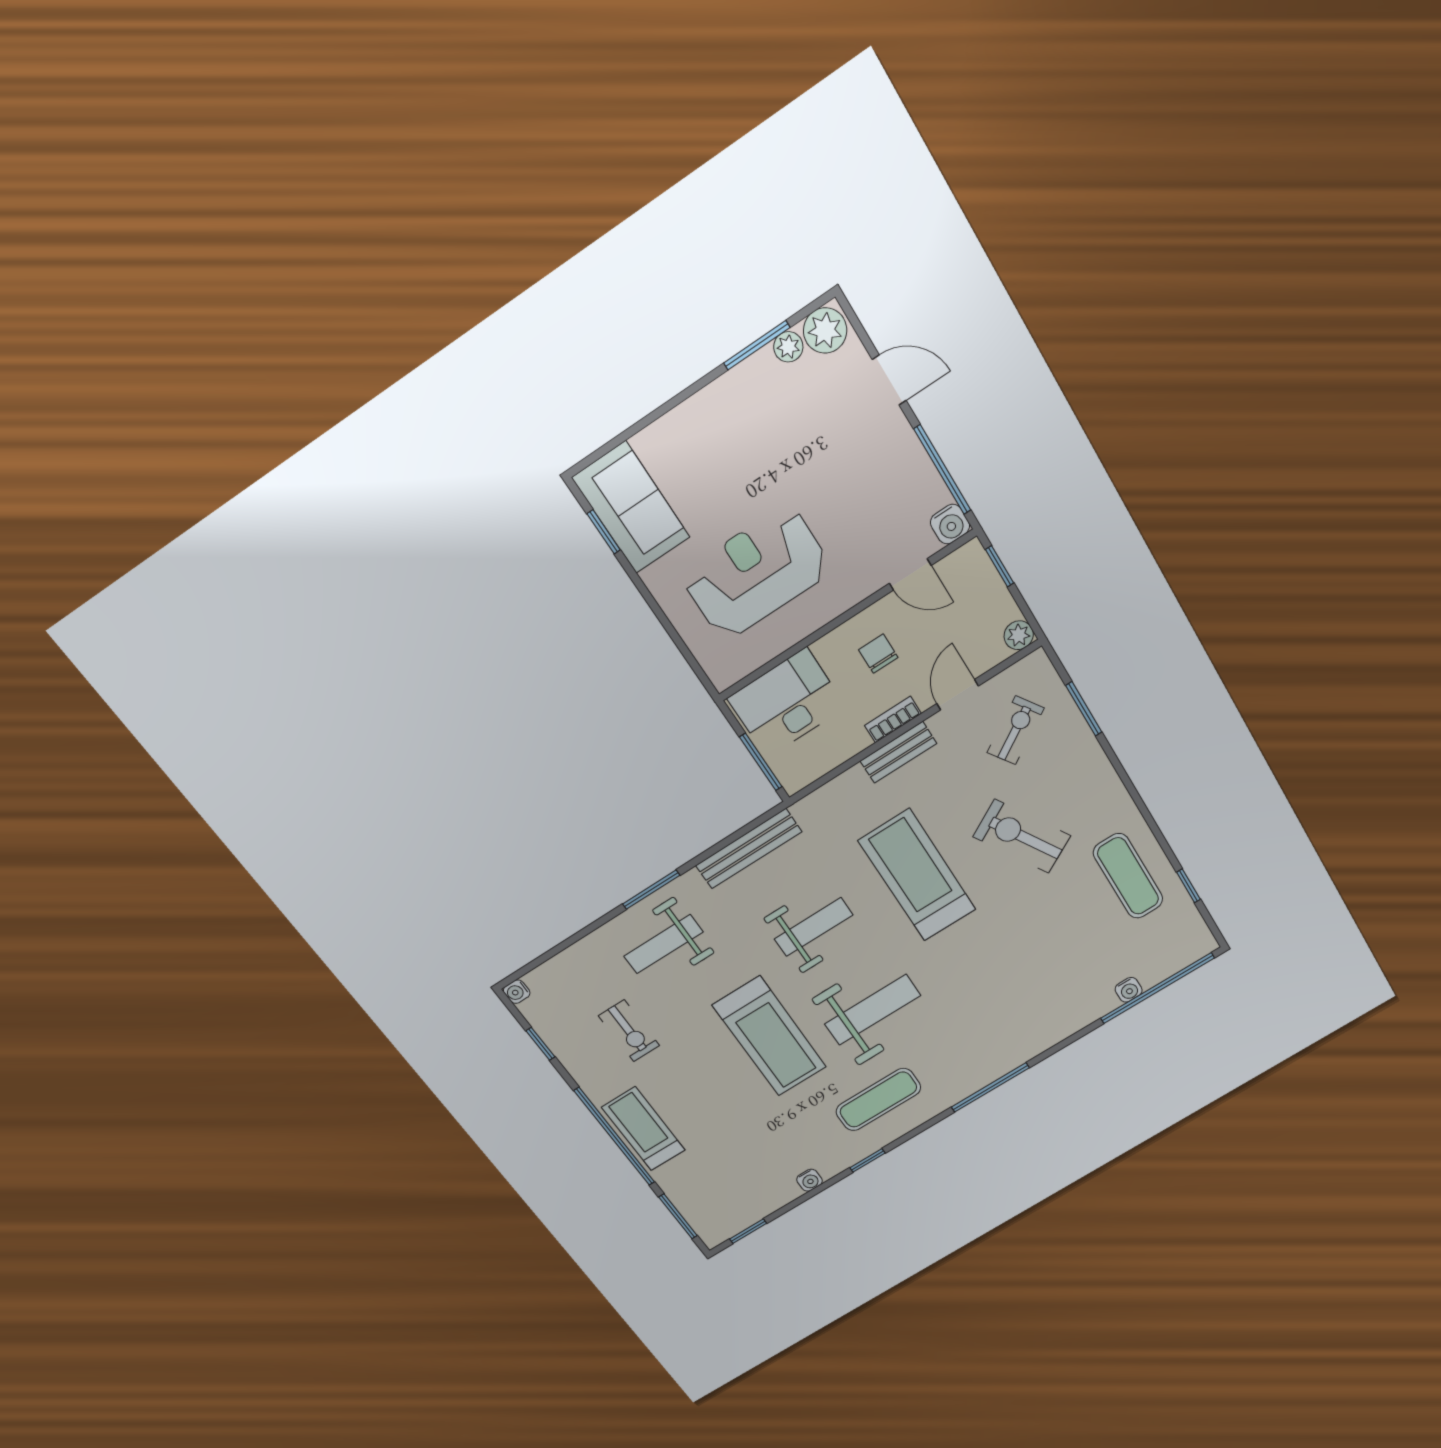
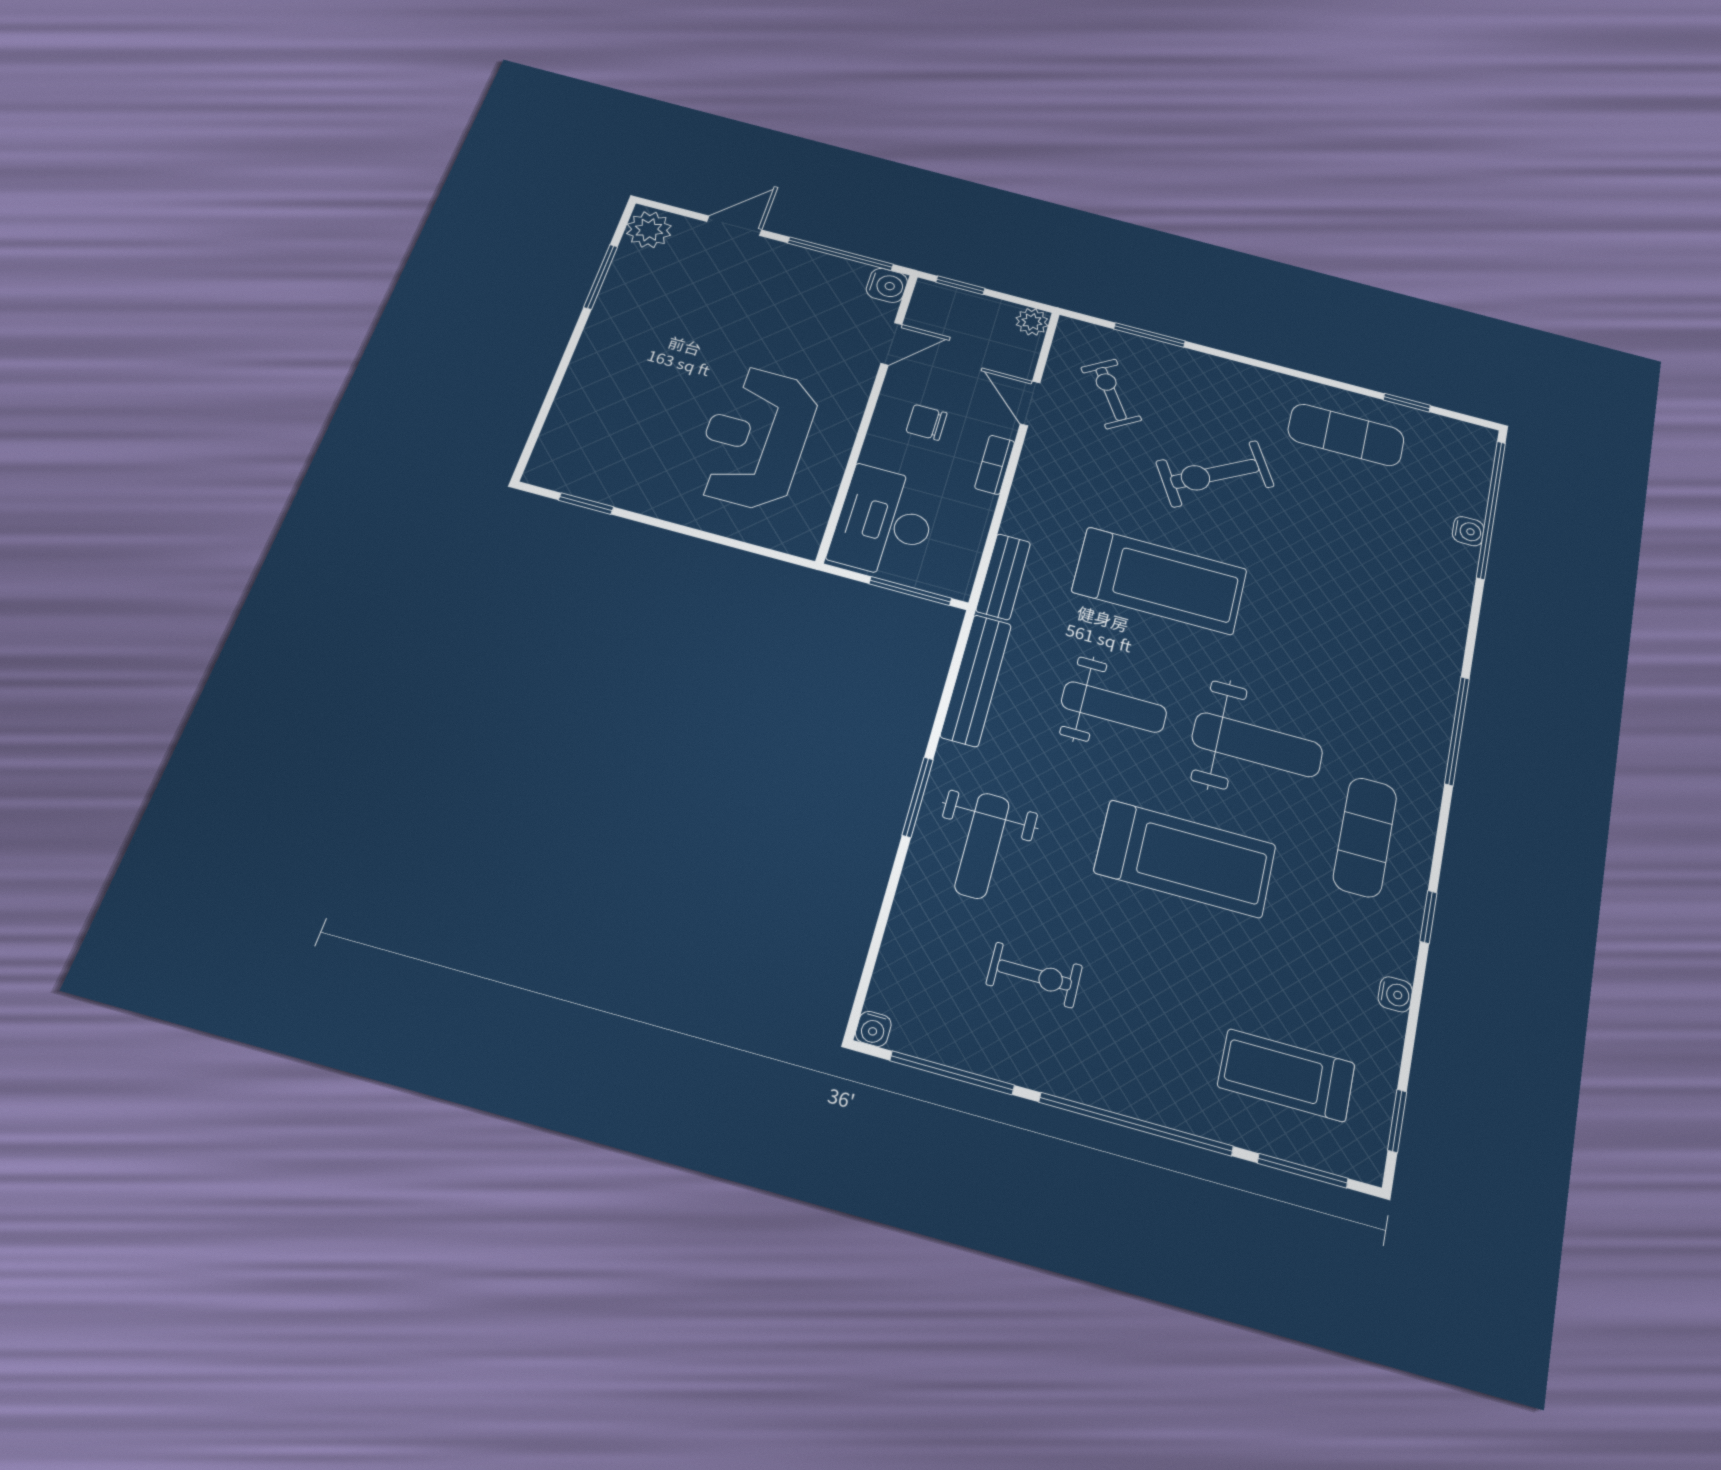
plant: (788, 347) -> (628, 260), removed
sofa: (631, 508) -> (595, 467), removed
bench: (898, 752) -> (1003, 577), moved
treadmill: (917, 875) -> (1160, 581), turned 180
weight bench: (814, 927) -> (1114, 707), turned 90
weight bench: (873, 1010) -> (1257, 745), turned 90
window: (540, 1044) -> (952, 1073), width x2.17
treadmill: (643, 1129) -> (1286, 1075), moved

